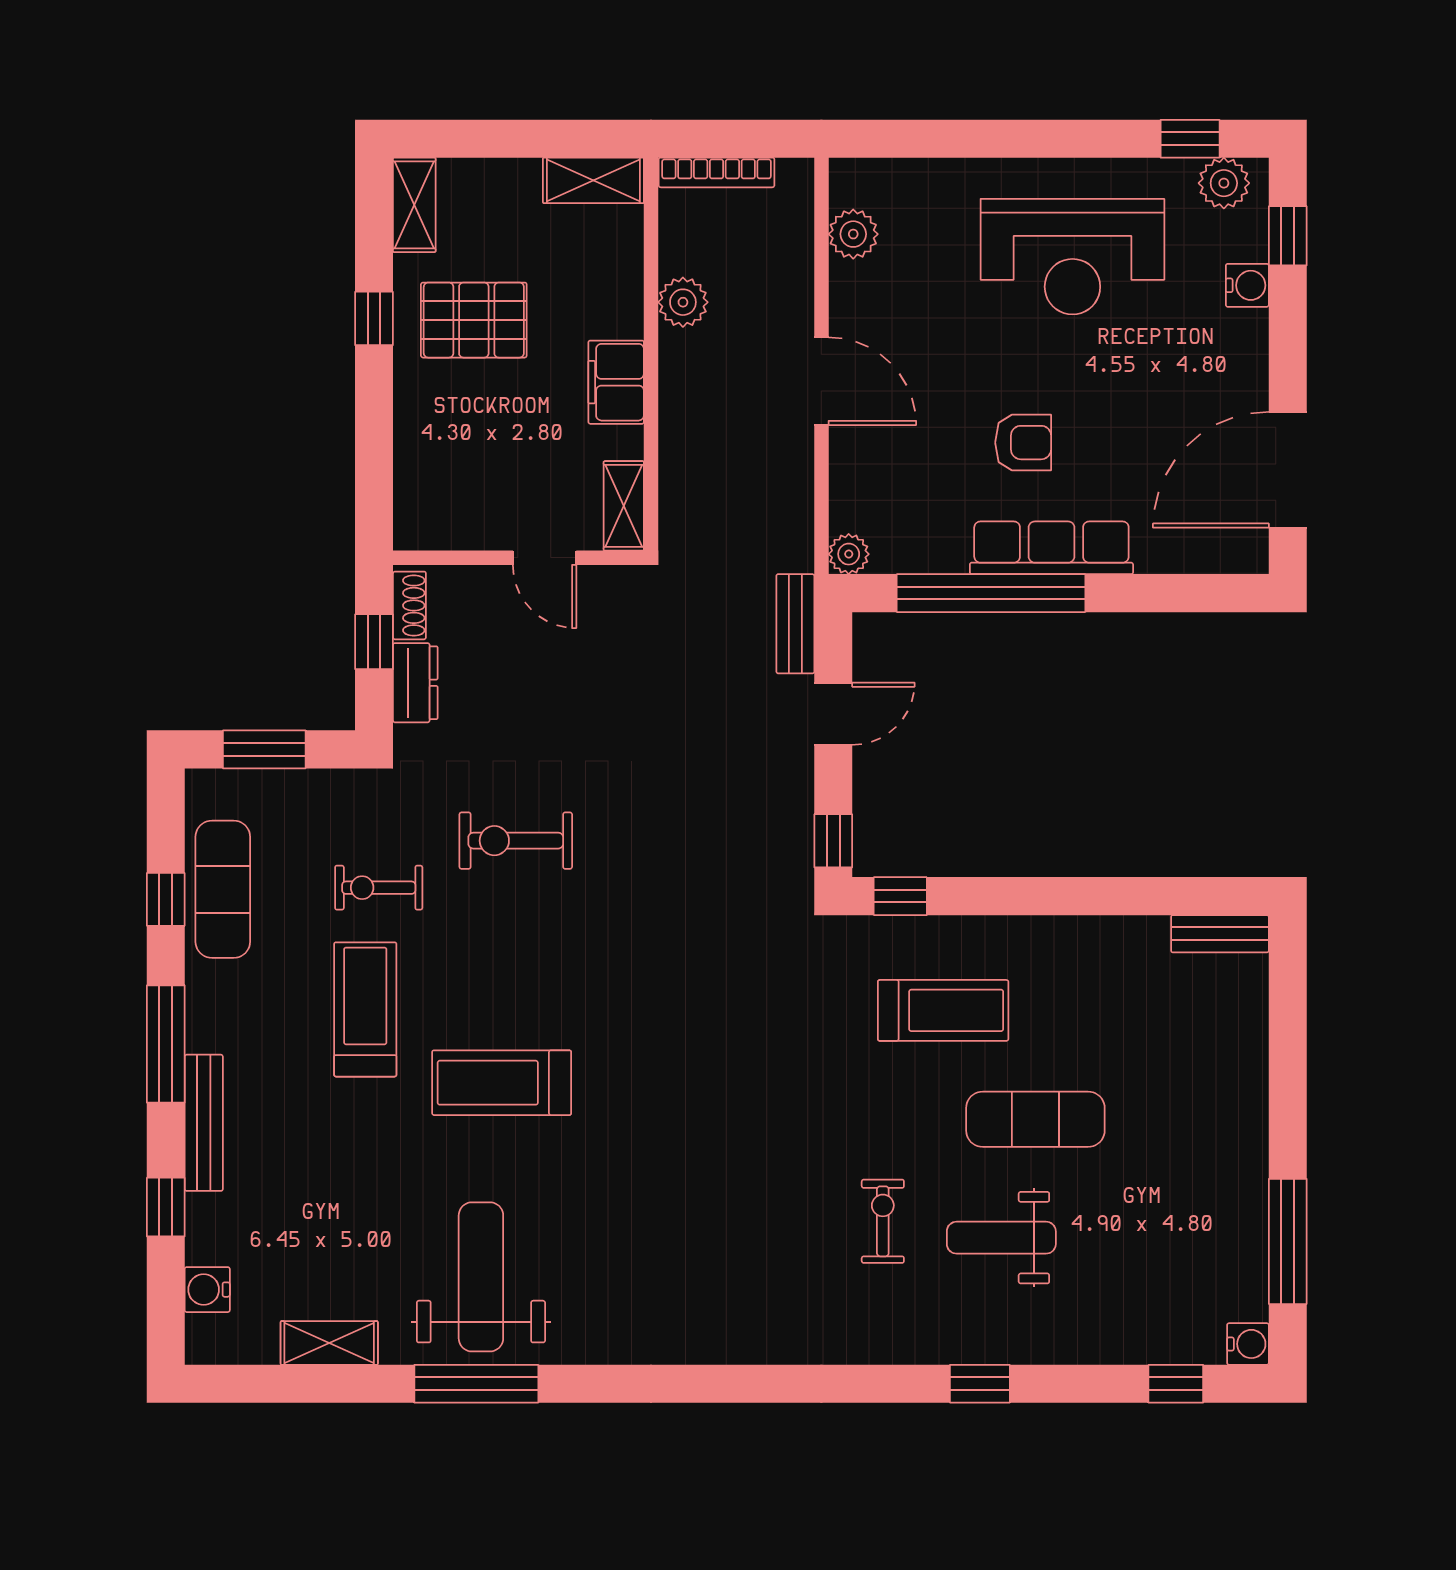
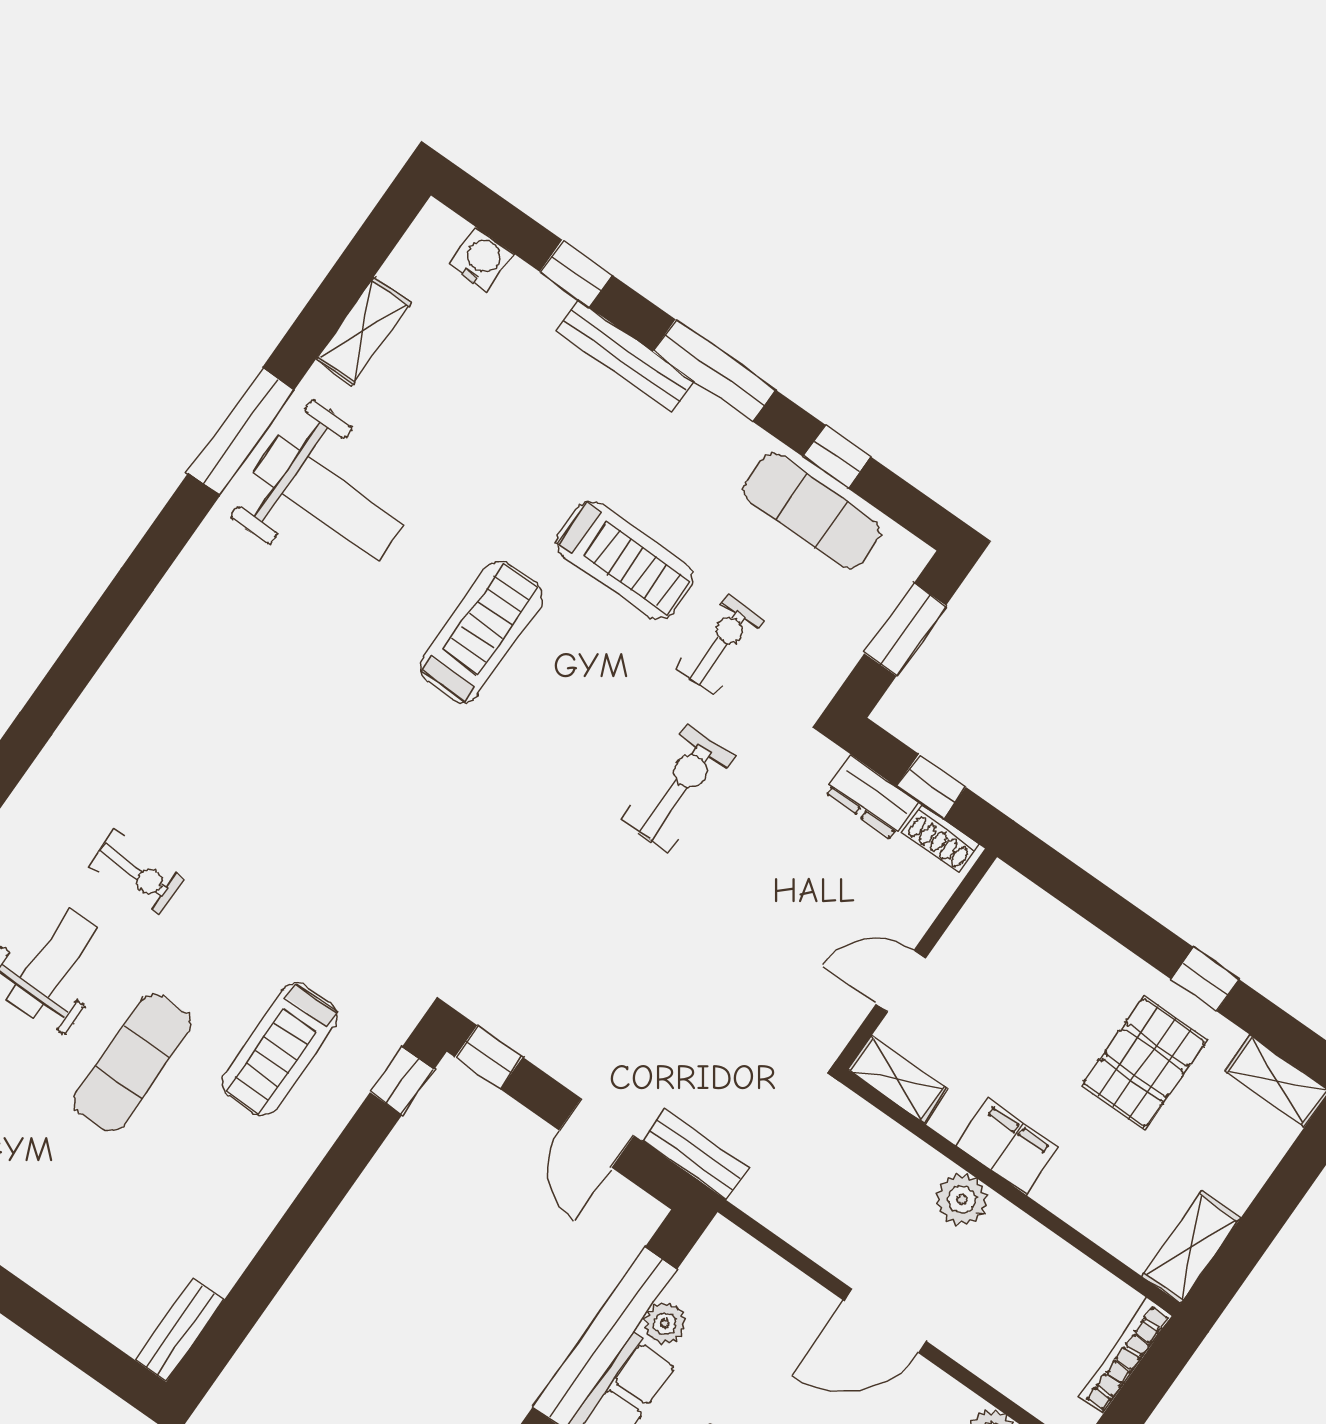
plant: (683, 302) -> (962, 1199), moved
plant: (849, 554) -> (665, 1323), moved

